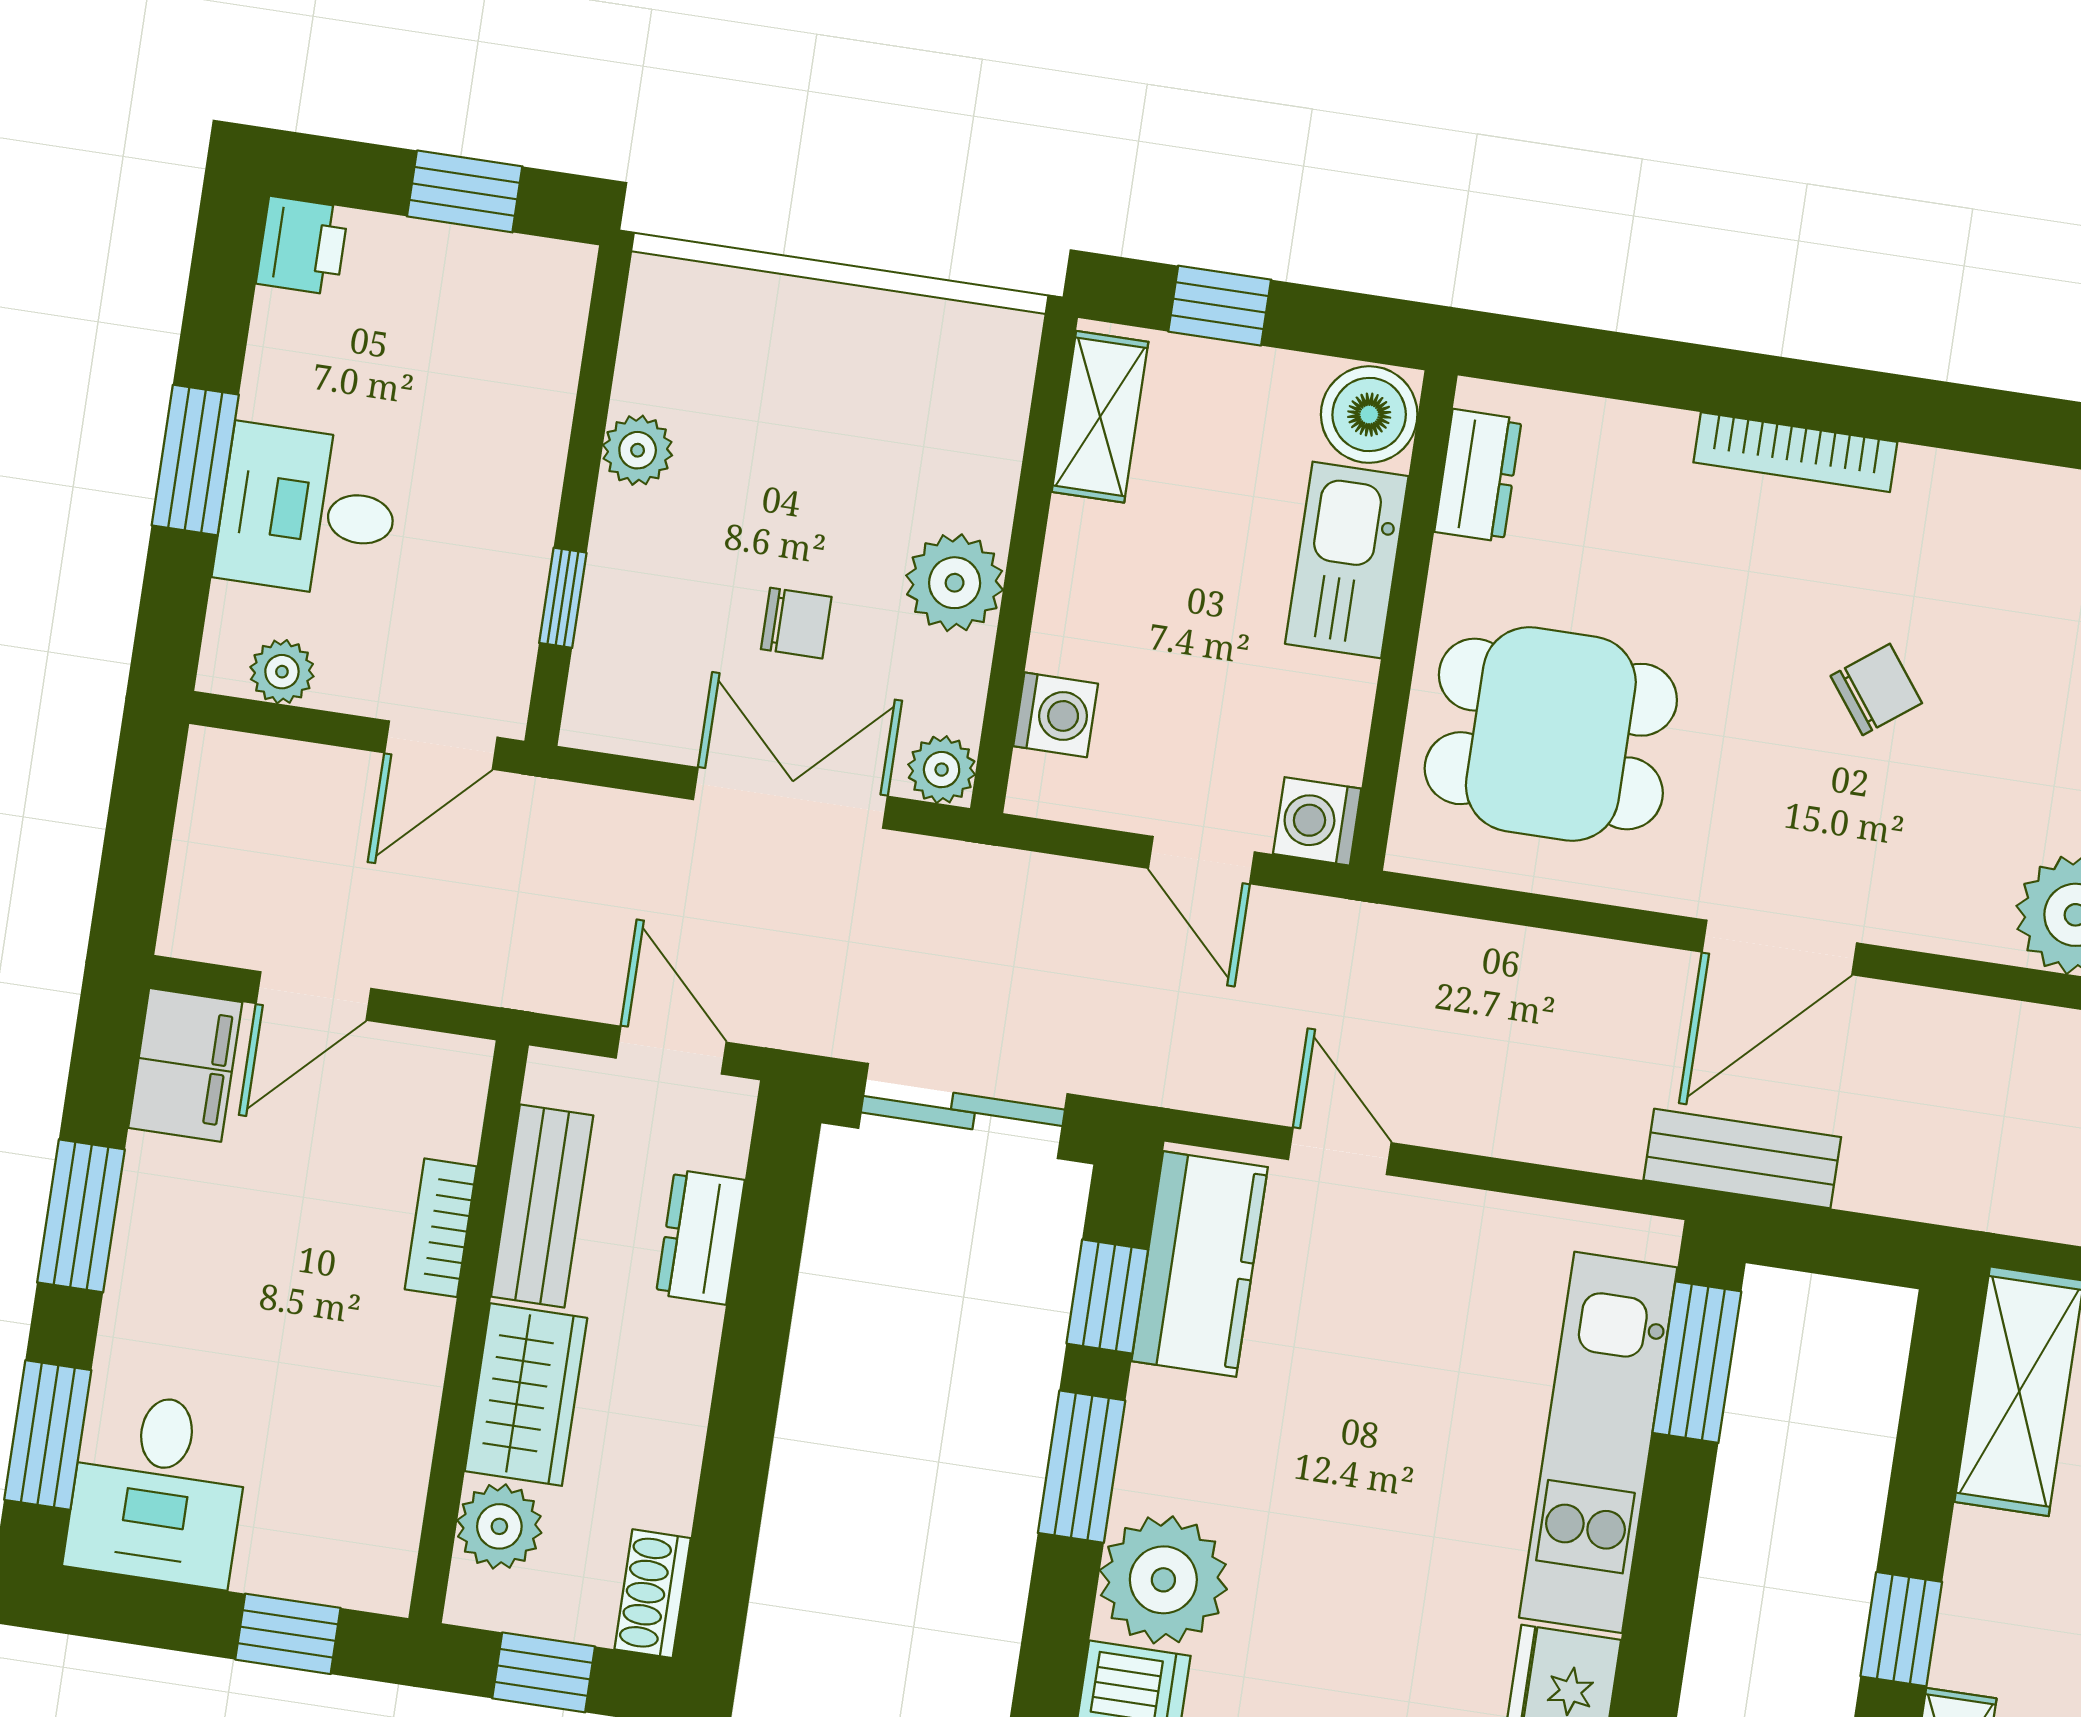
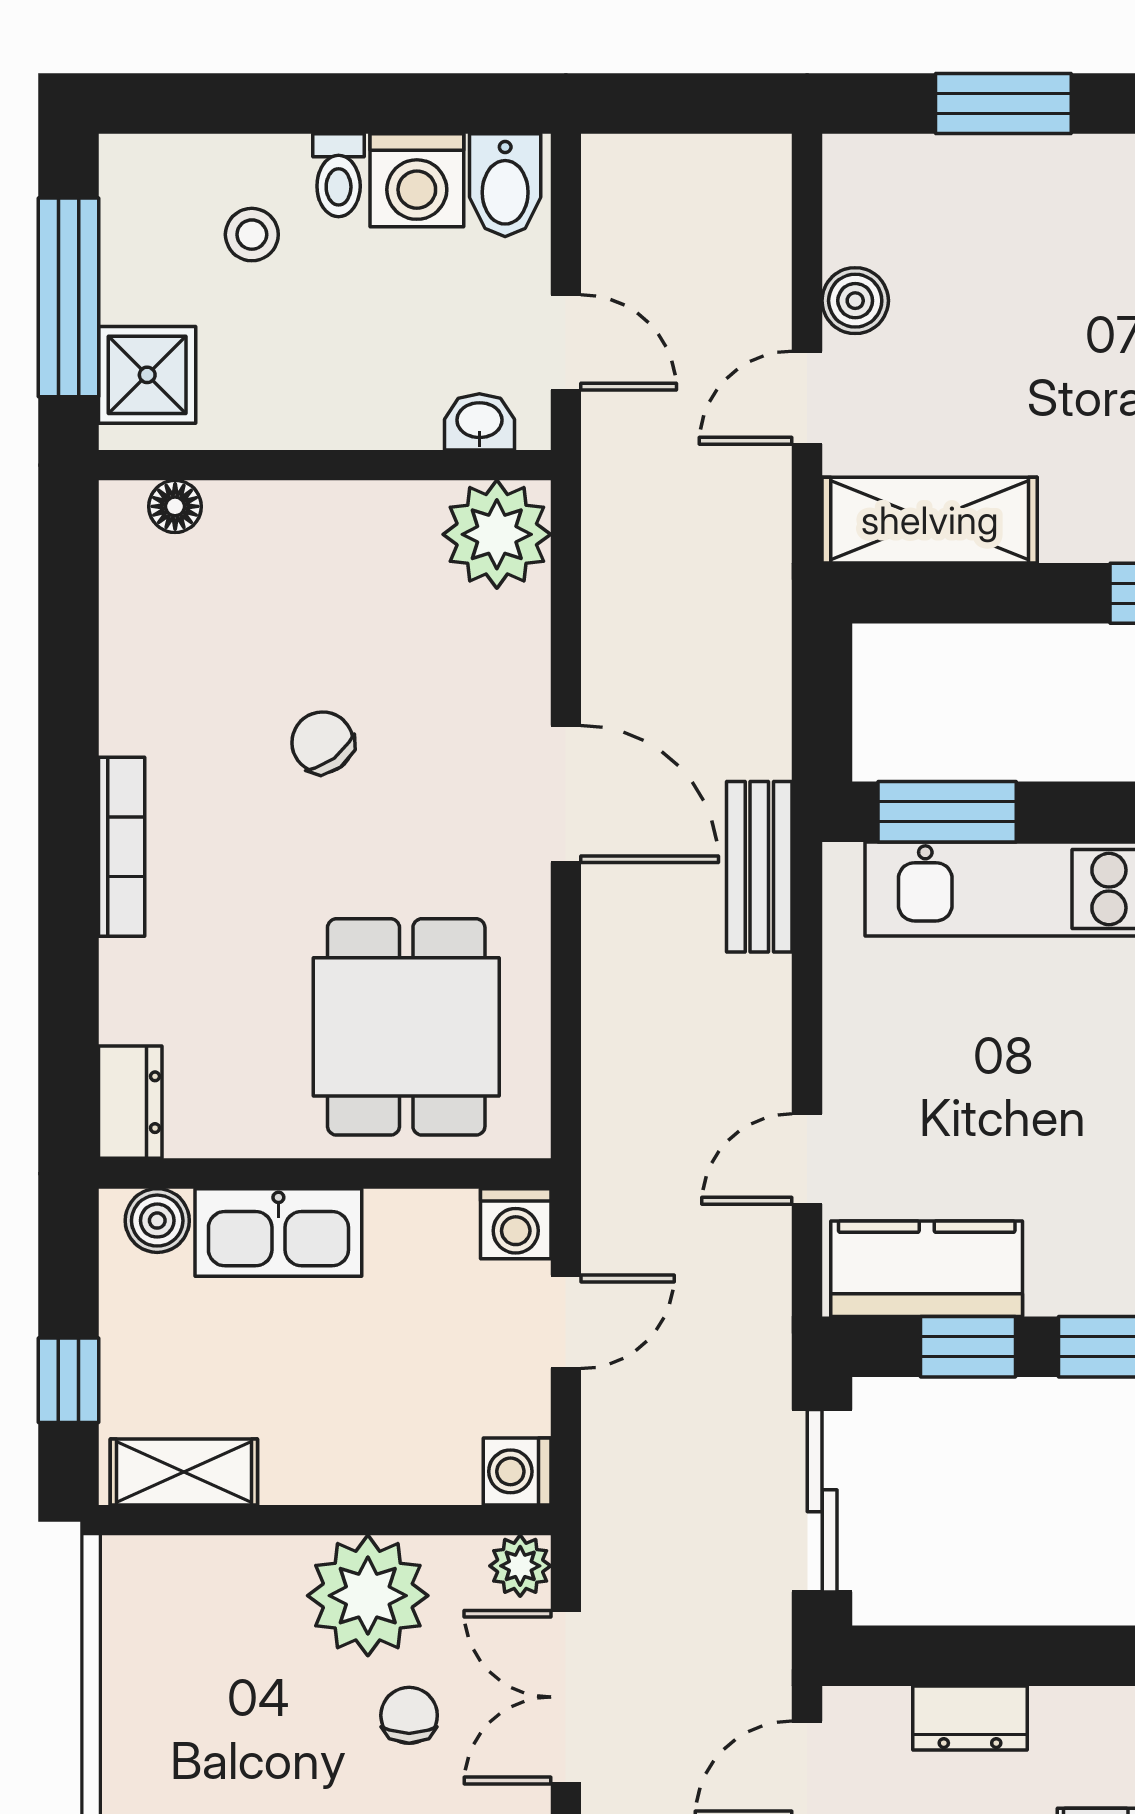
boiler: (1369, 415) -> (157, 1221), width x0.73, depth x0.73
dresser: (1478, 476) -> (130, 1102), moved, turned 90
plant: (955, 583) -> (368, 1596), width x1.36, depth x1.36
washing machine: (1056, 715) -> (517, 1471), moved, turned -90
bench: (1742, 1159) -> (759, 867), moved

